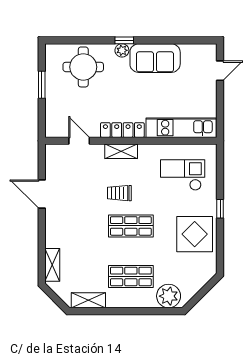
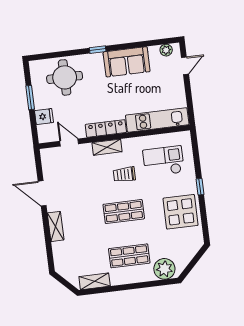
plant: (122, 50) -> (166, 50), moved
fridge: (55, 108) -> (44, 117), added
trolley: (119, 193) -> (124, 174), moved
shelving: (52, 265) -> (56, 226), moved

